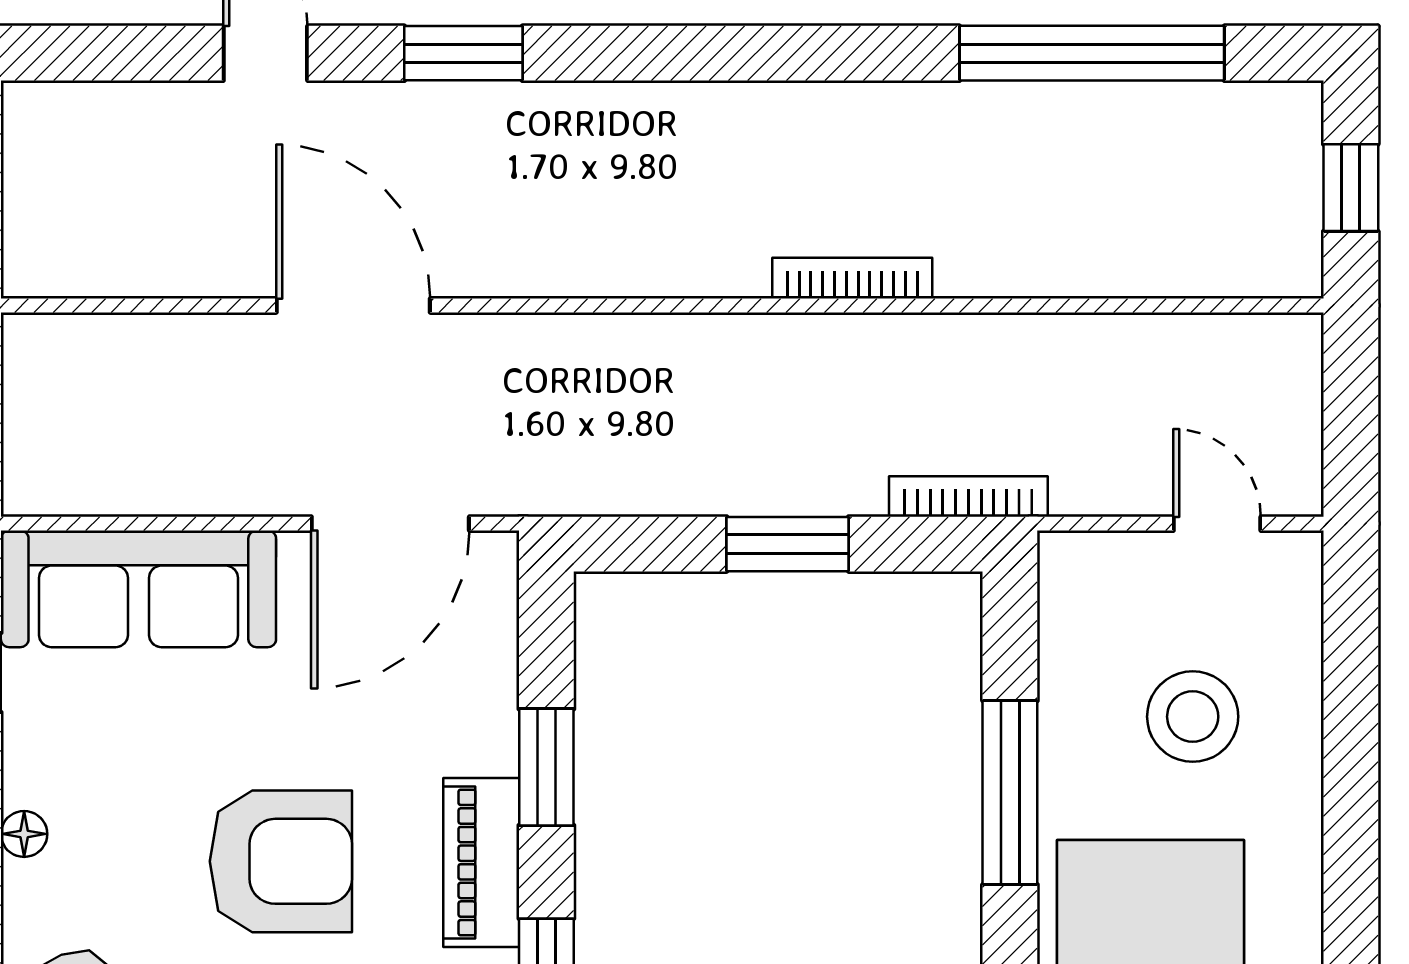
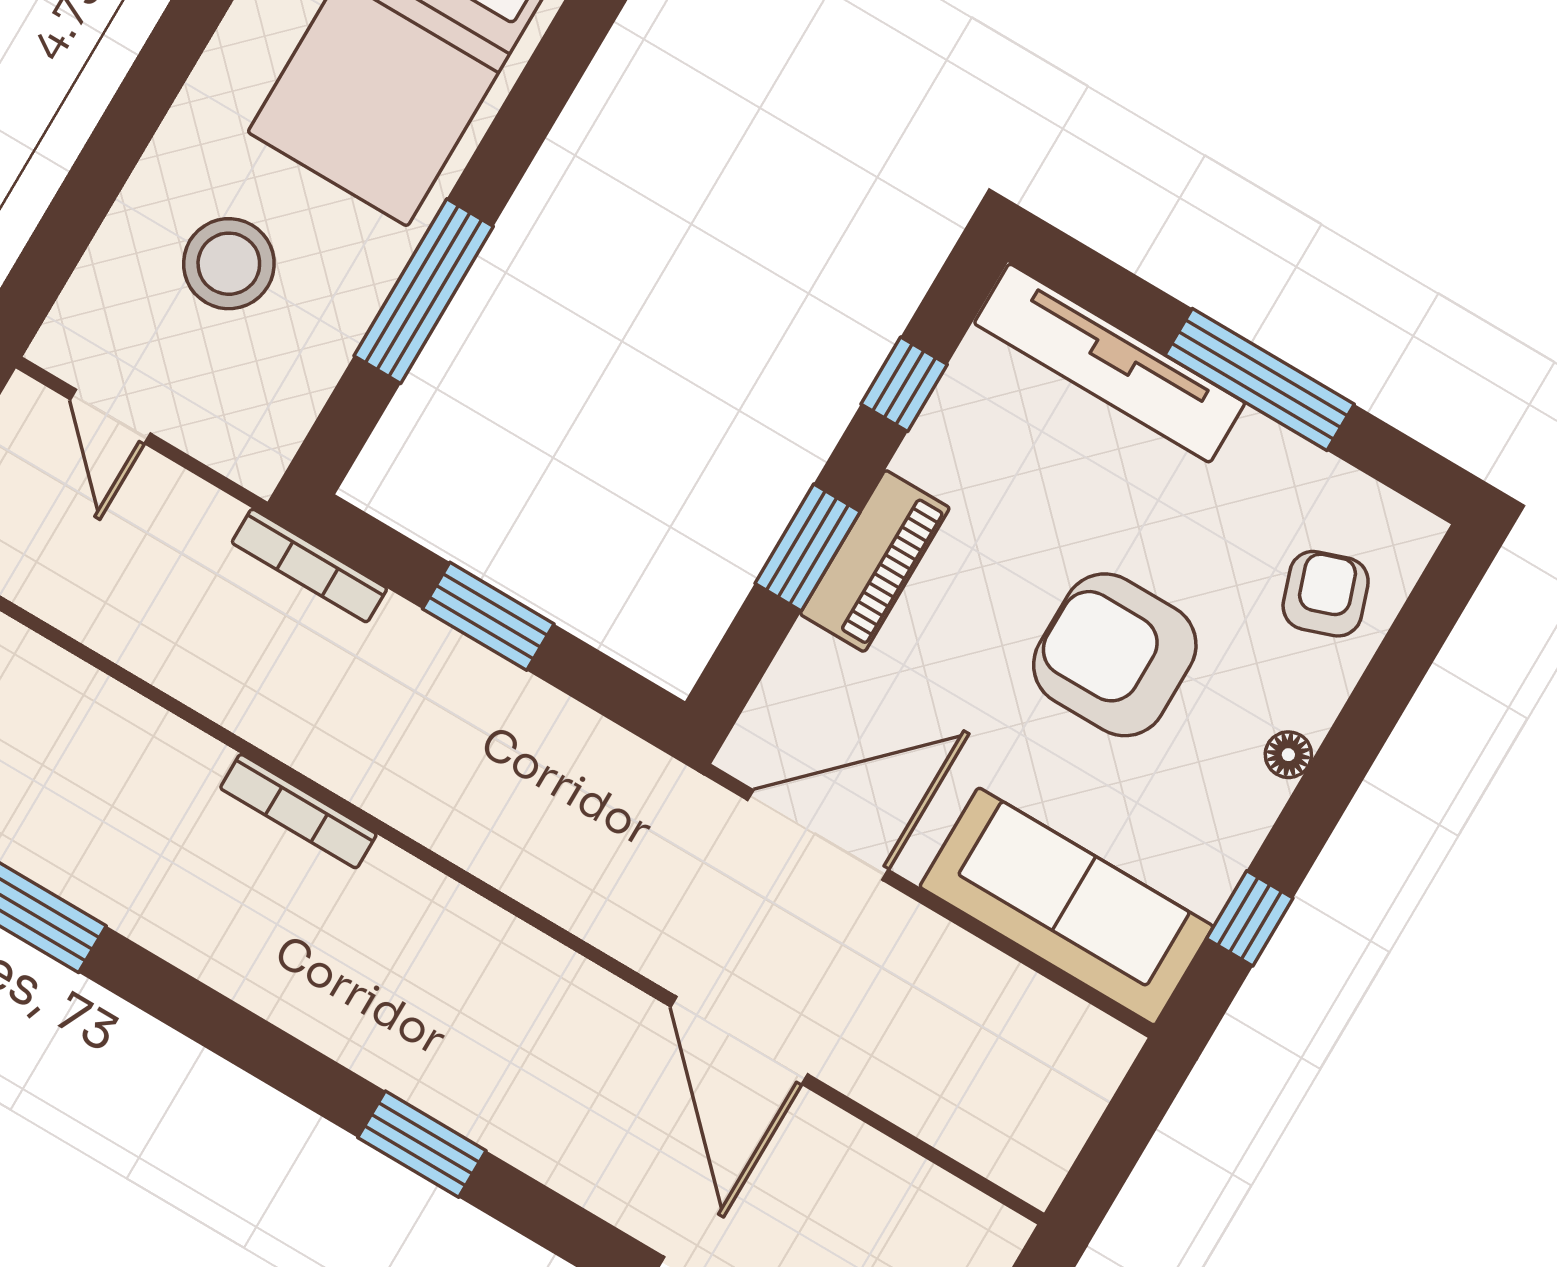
window: (463, 53) -> (422, 1144), moved
armchair: (281, 861) -> (1115, 655), moved
piano: (481, 863) -> (875, 561), moved

